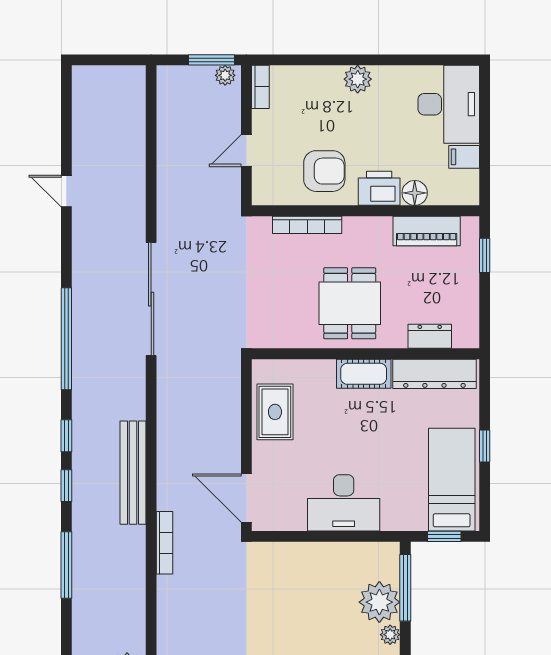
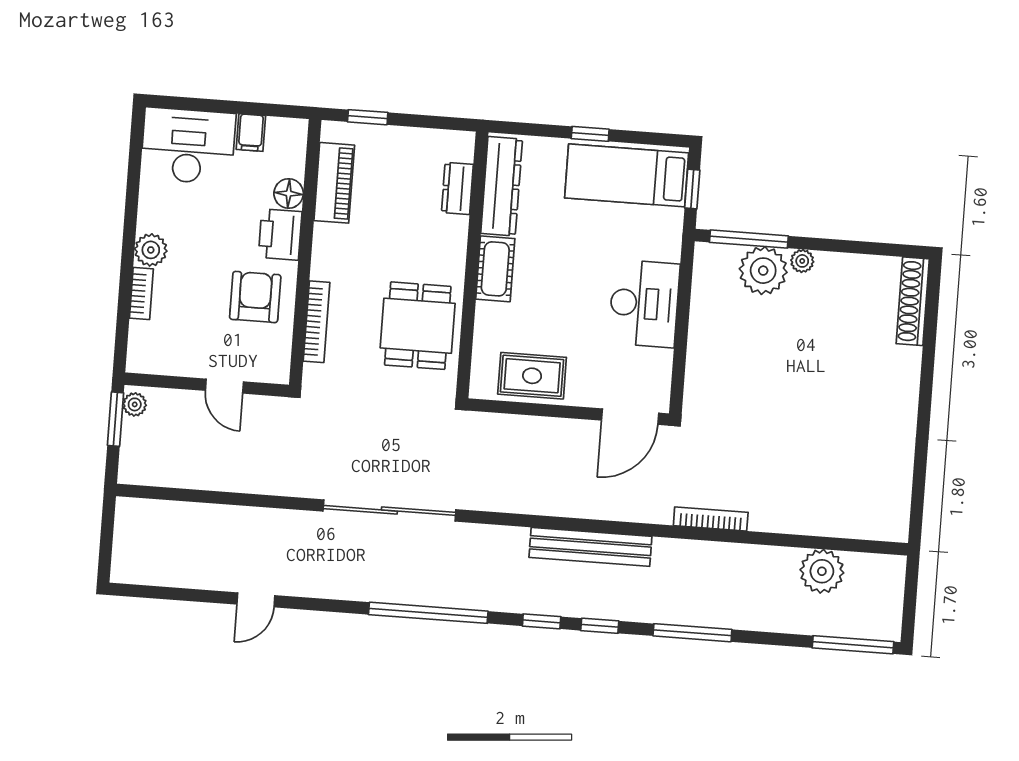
bookcase: (260, 87) -> (141, 294), moved, turned 90
dining table: (350, 303) -> (418, 326), moved, turned 90
bookcase: (164, 543) -> (711, 519), moved

